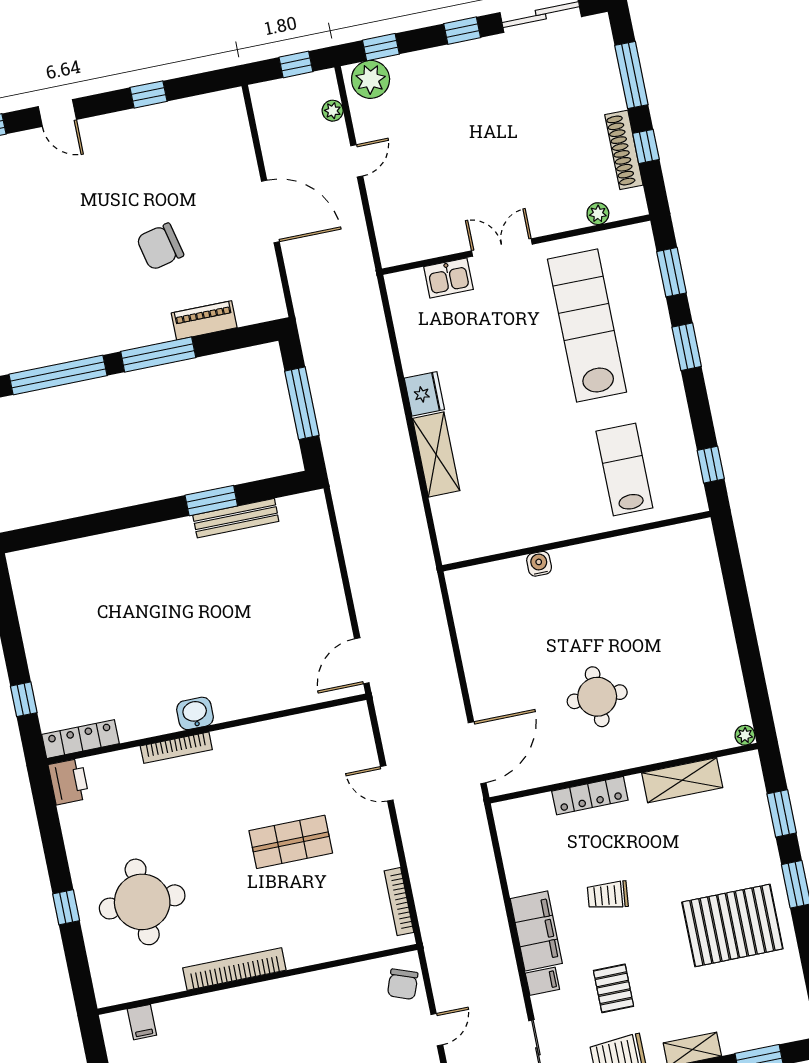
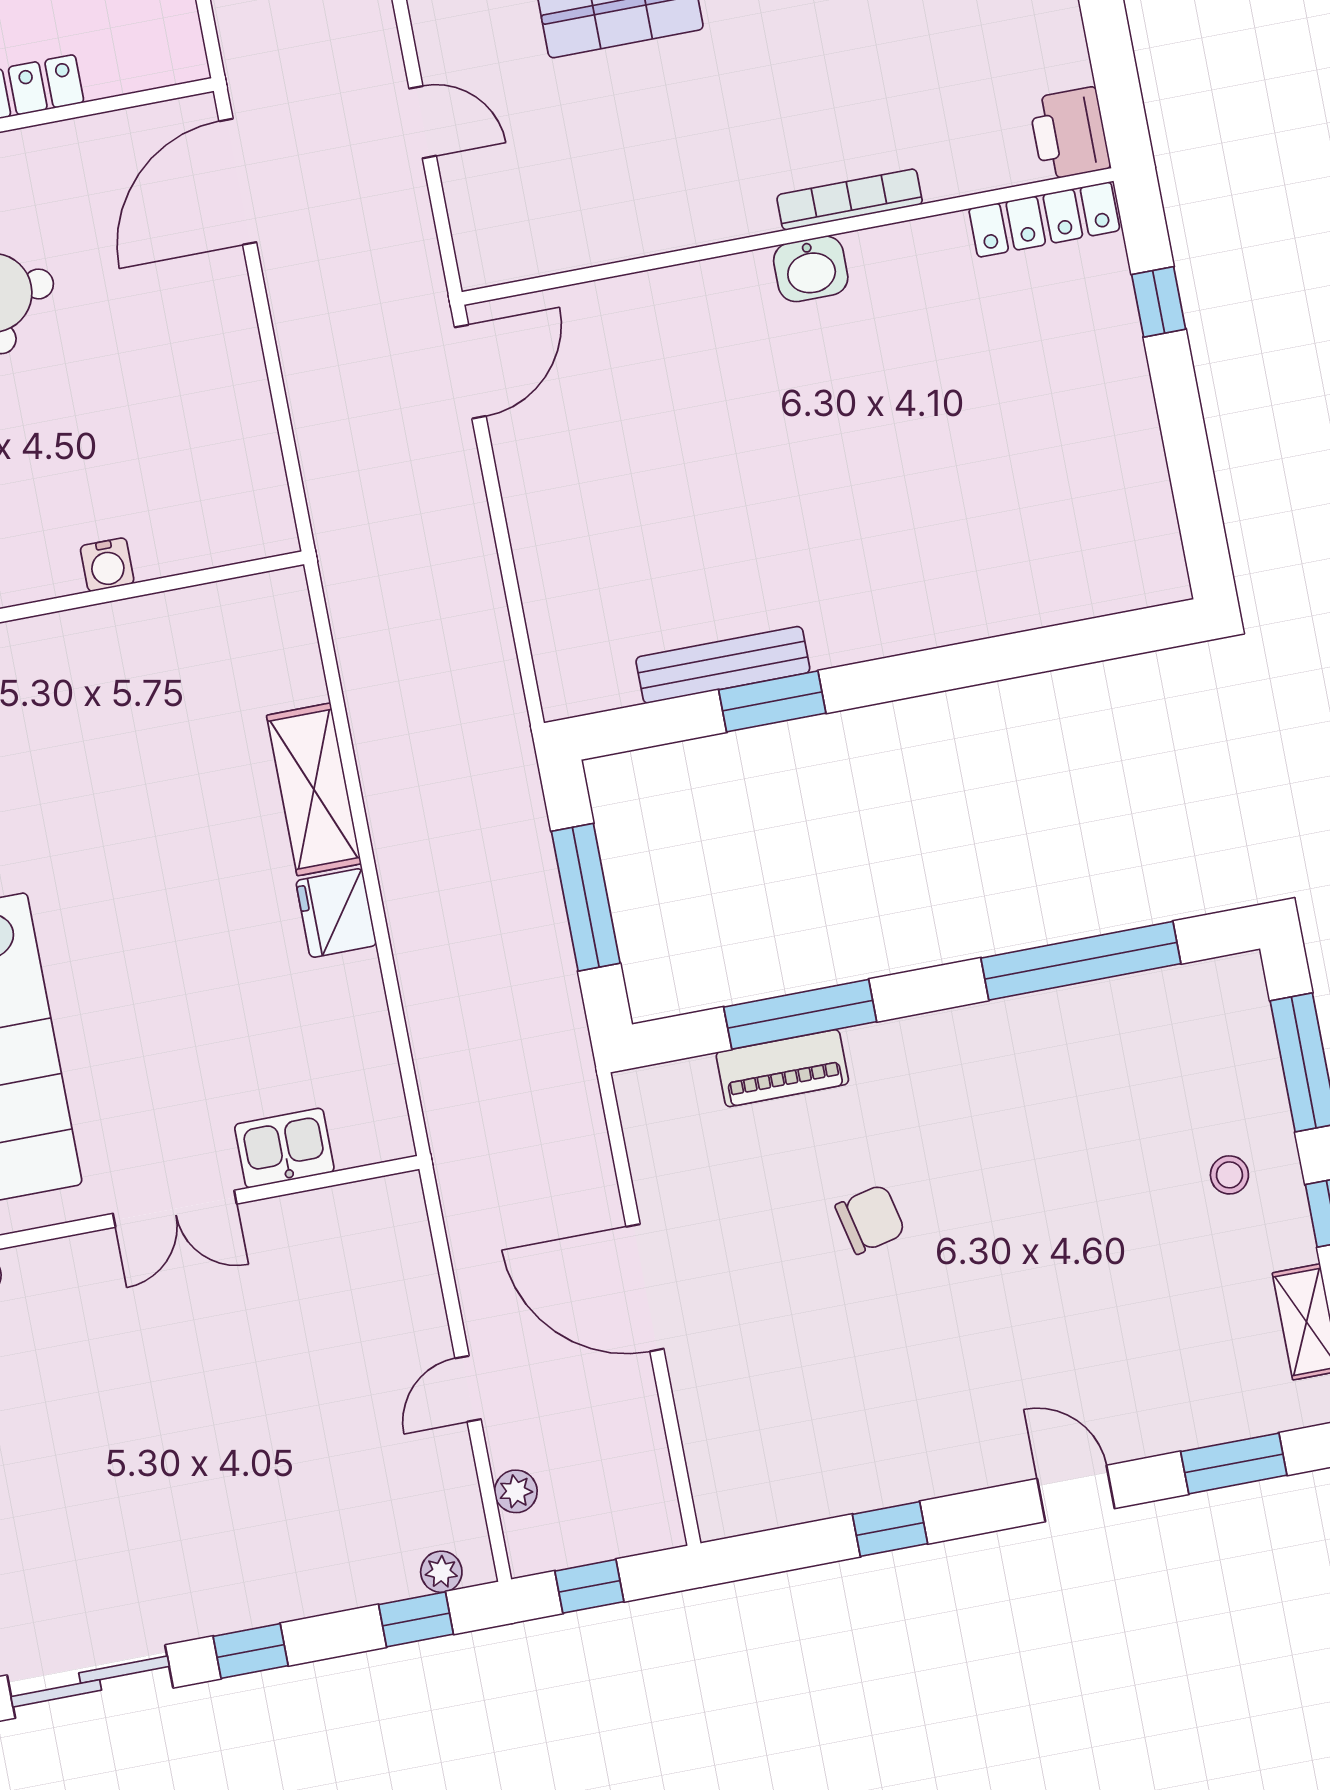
plant: (371, 79) -> (441, 1572), width x0.53, depth x0.53
chair: (160, 247) -> (870, 1219), width x0.73, depth x0.73
window: (158, 355) -> (800, 1014), moved

